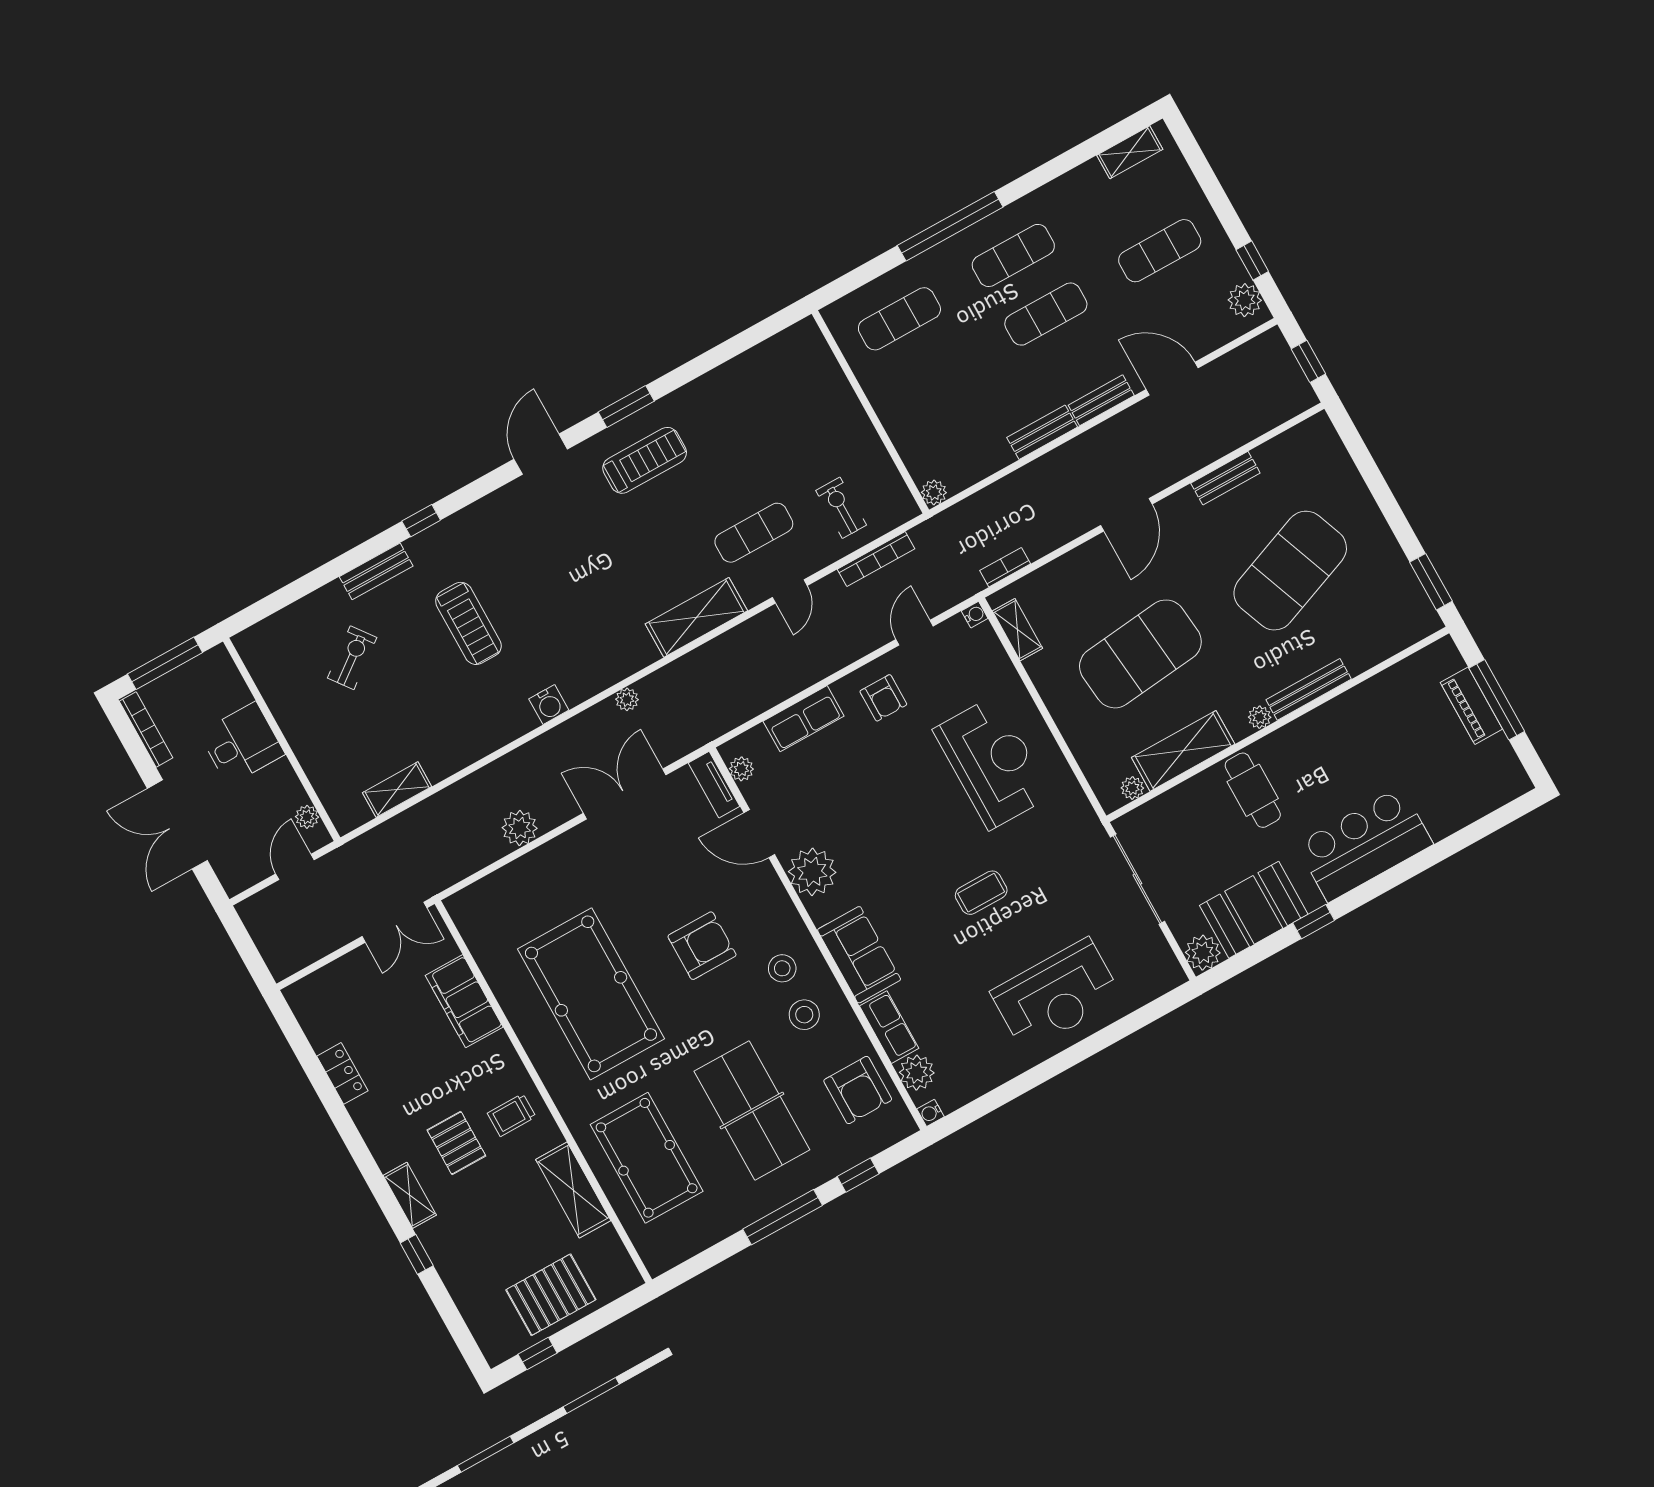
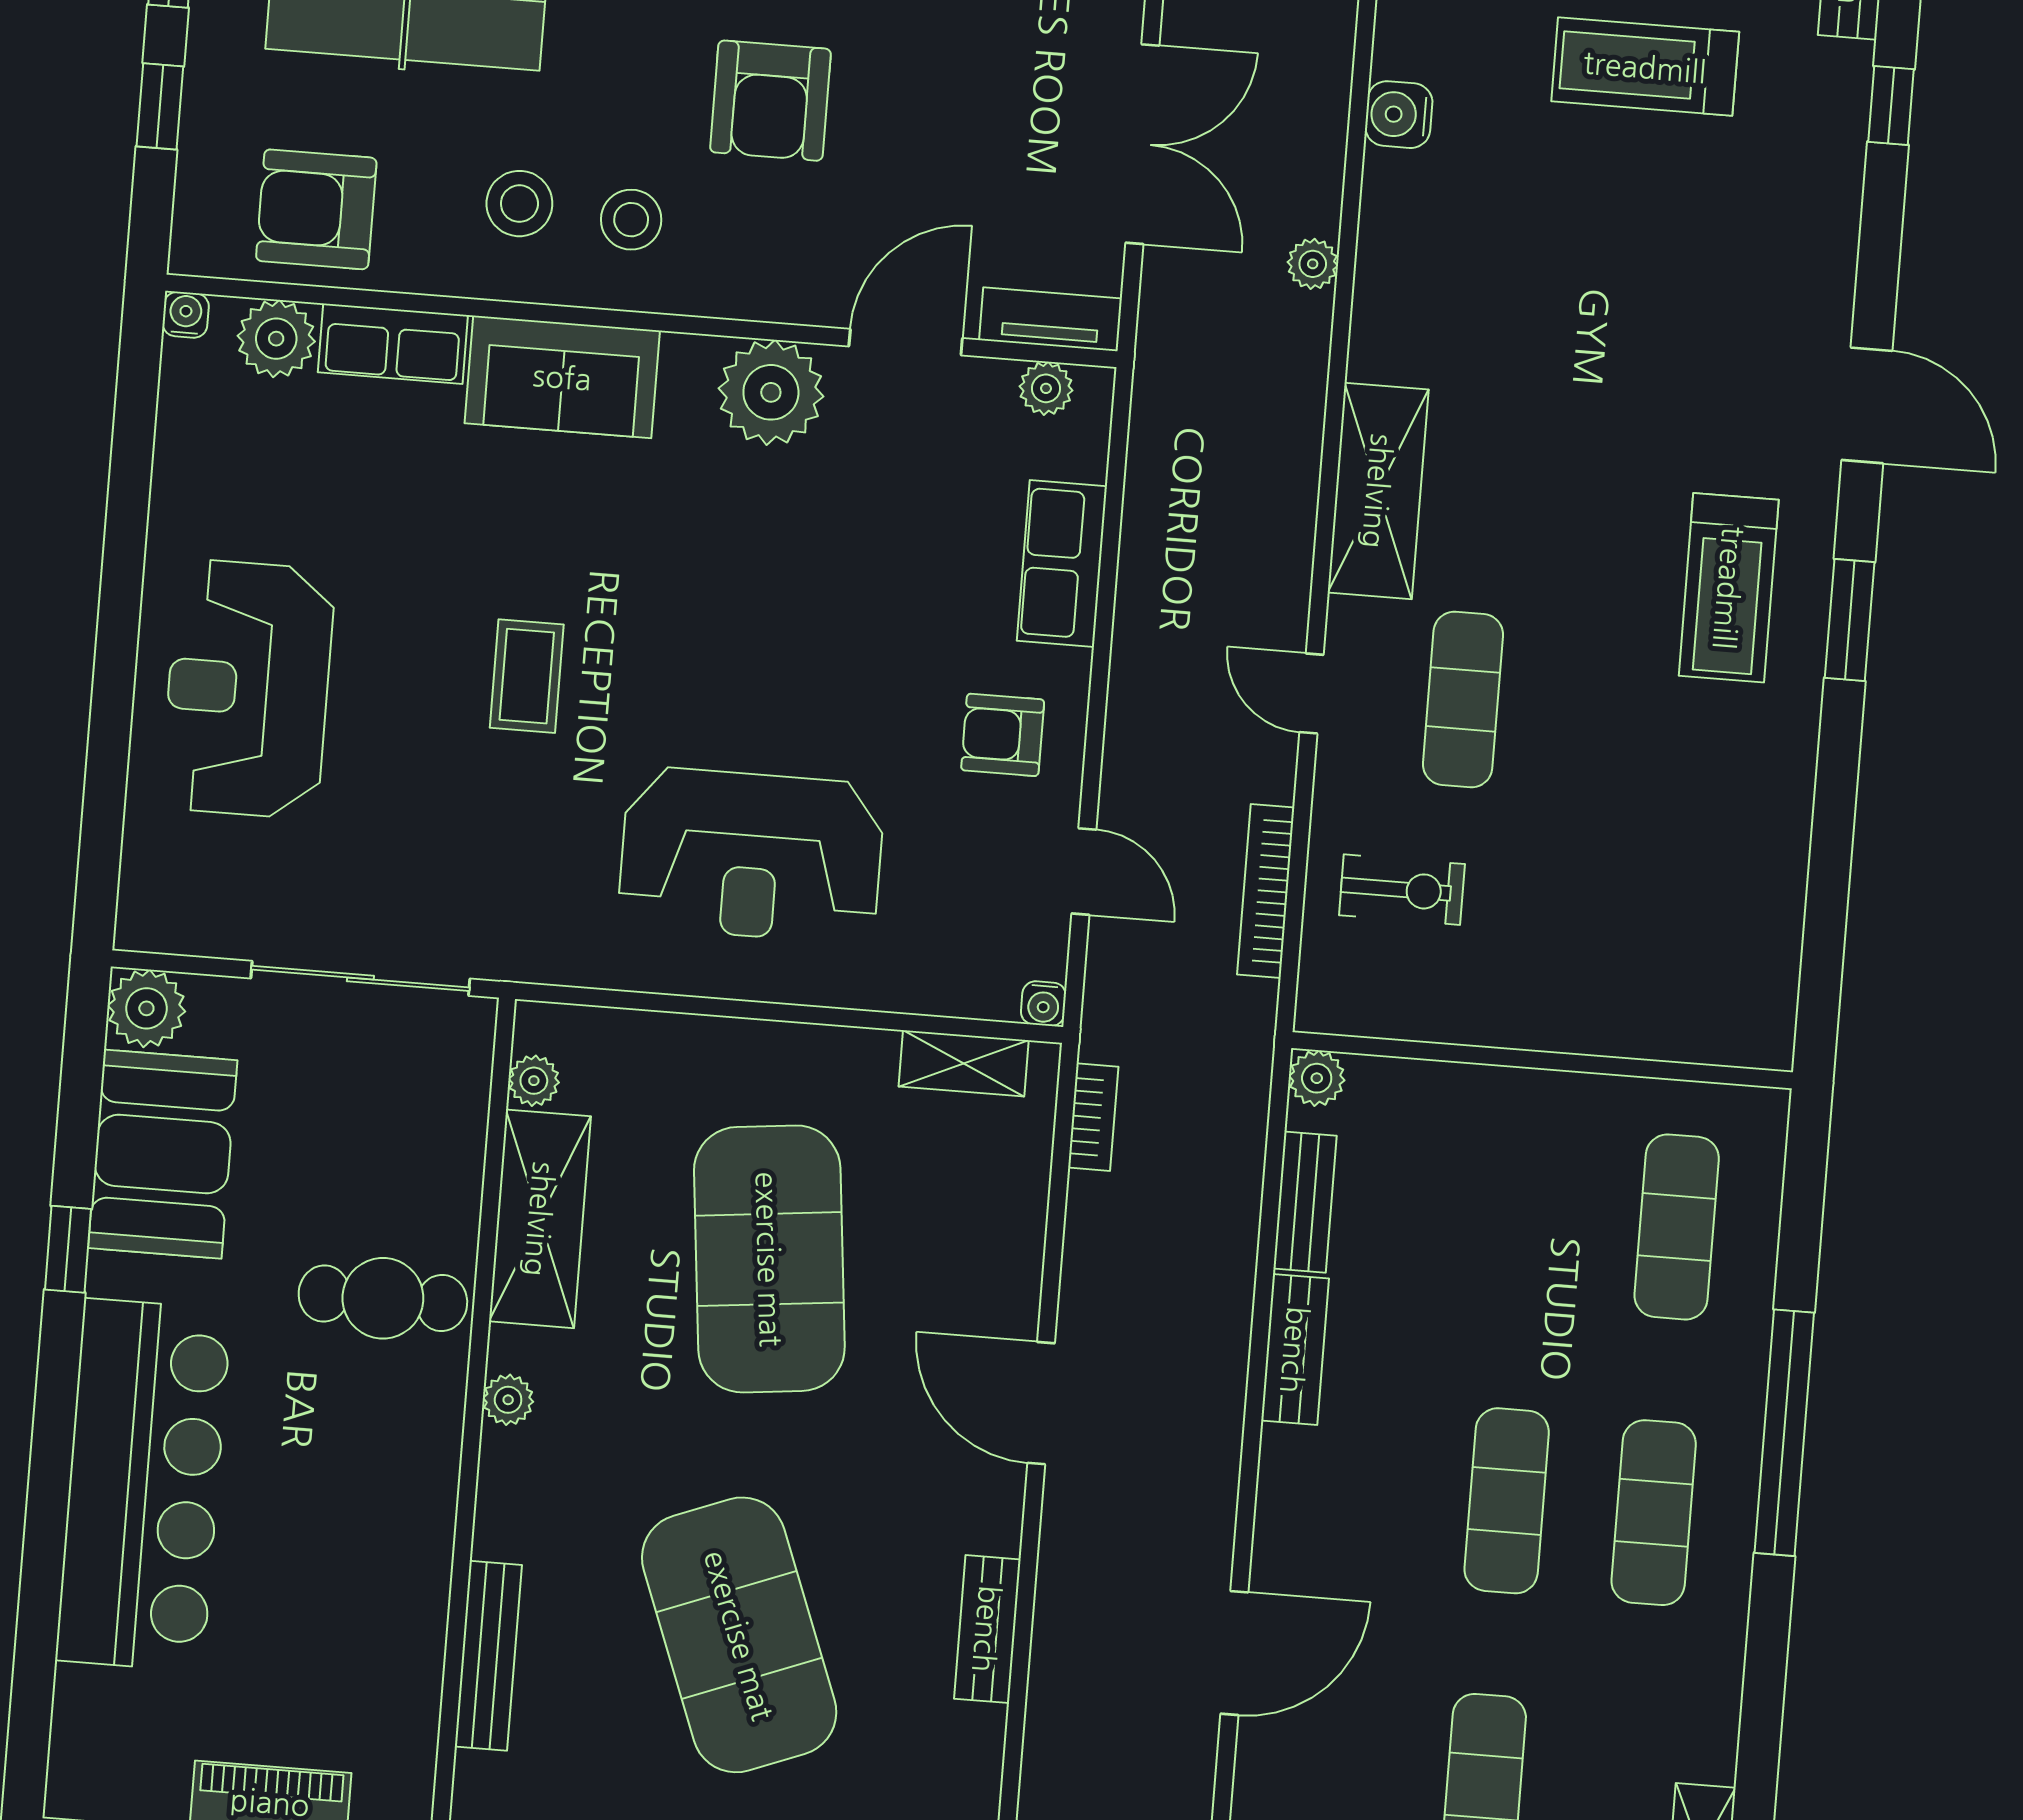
bench: (1101, 400) -> (1305, 1202), moved
bench: (1309, 689) -> (488, 1656), moved
bar counter: (1364, 844) -> (143, 1485), width x1.36

